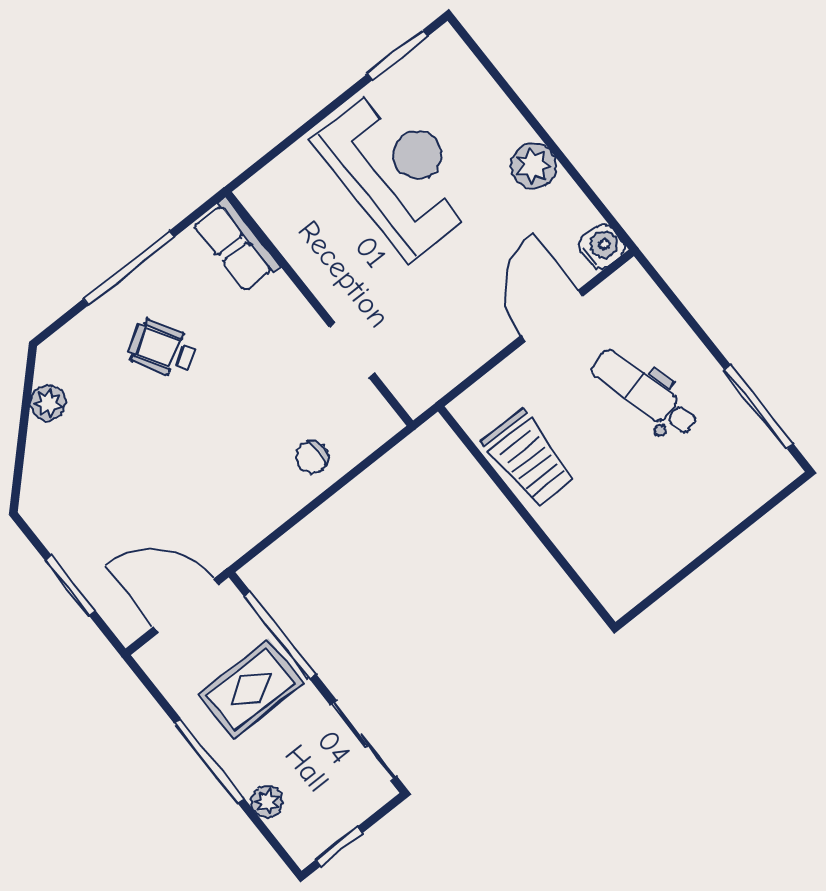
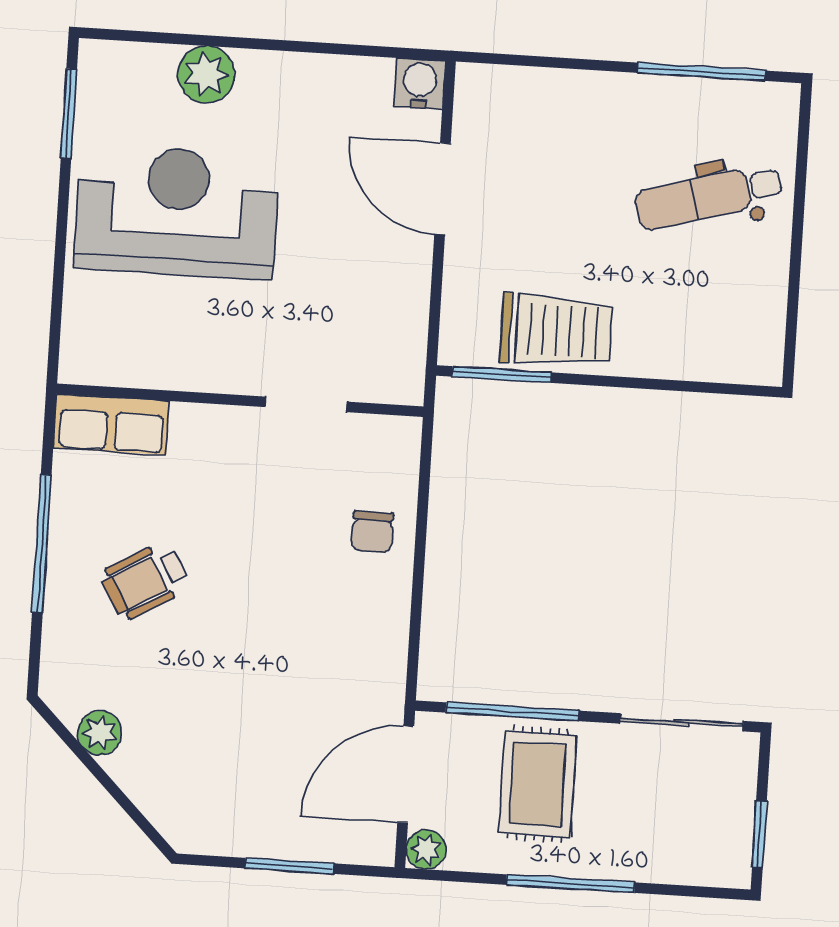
plant: (534, 166) -> (206, 74), moved
dental chair: (644, 393) -> (709, 197), moved
window: (473, 450) -> (502, 375), added
plant: (267, 802) -> (426, 849), moved

